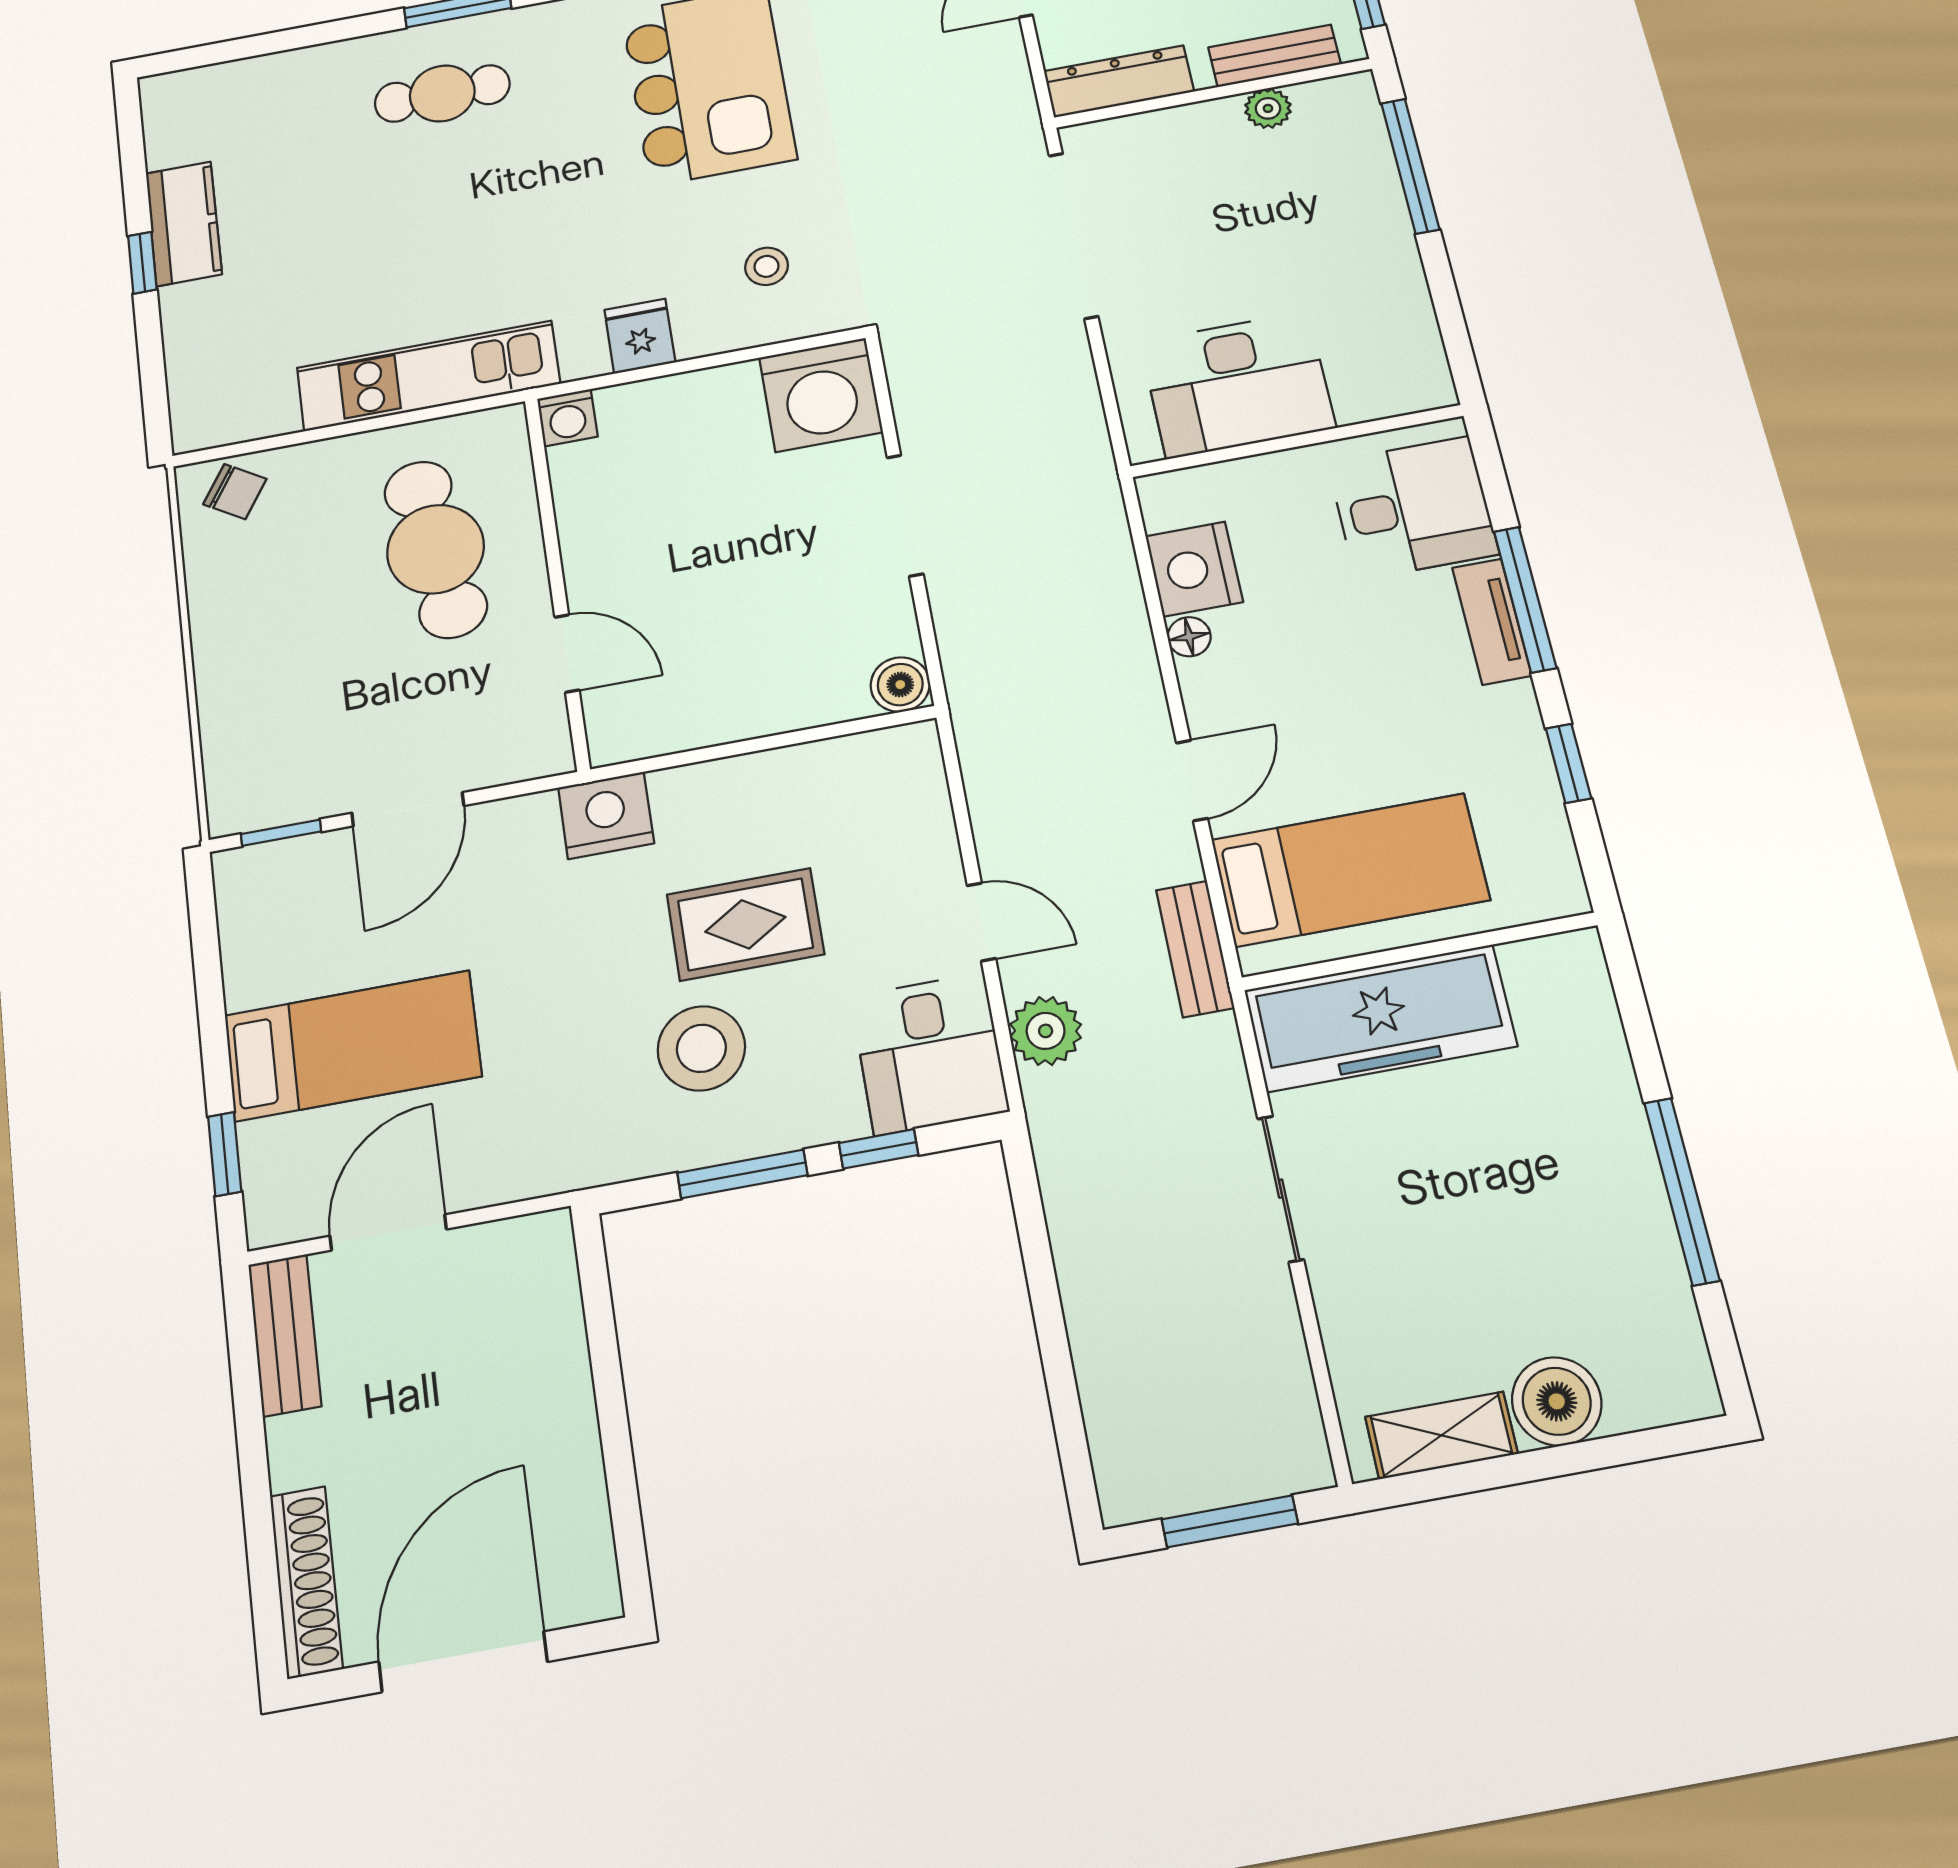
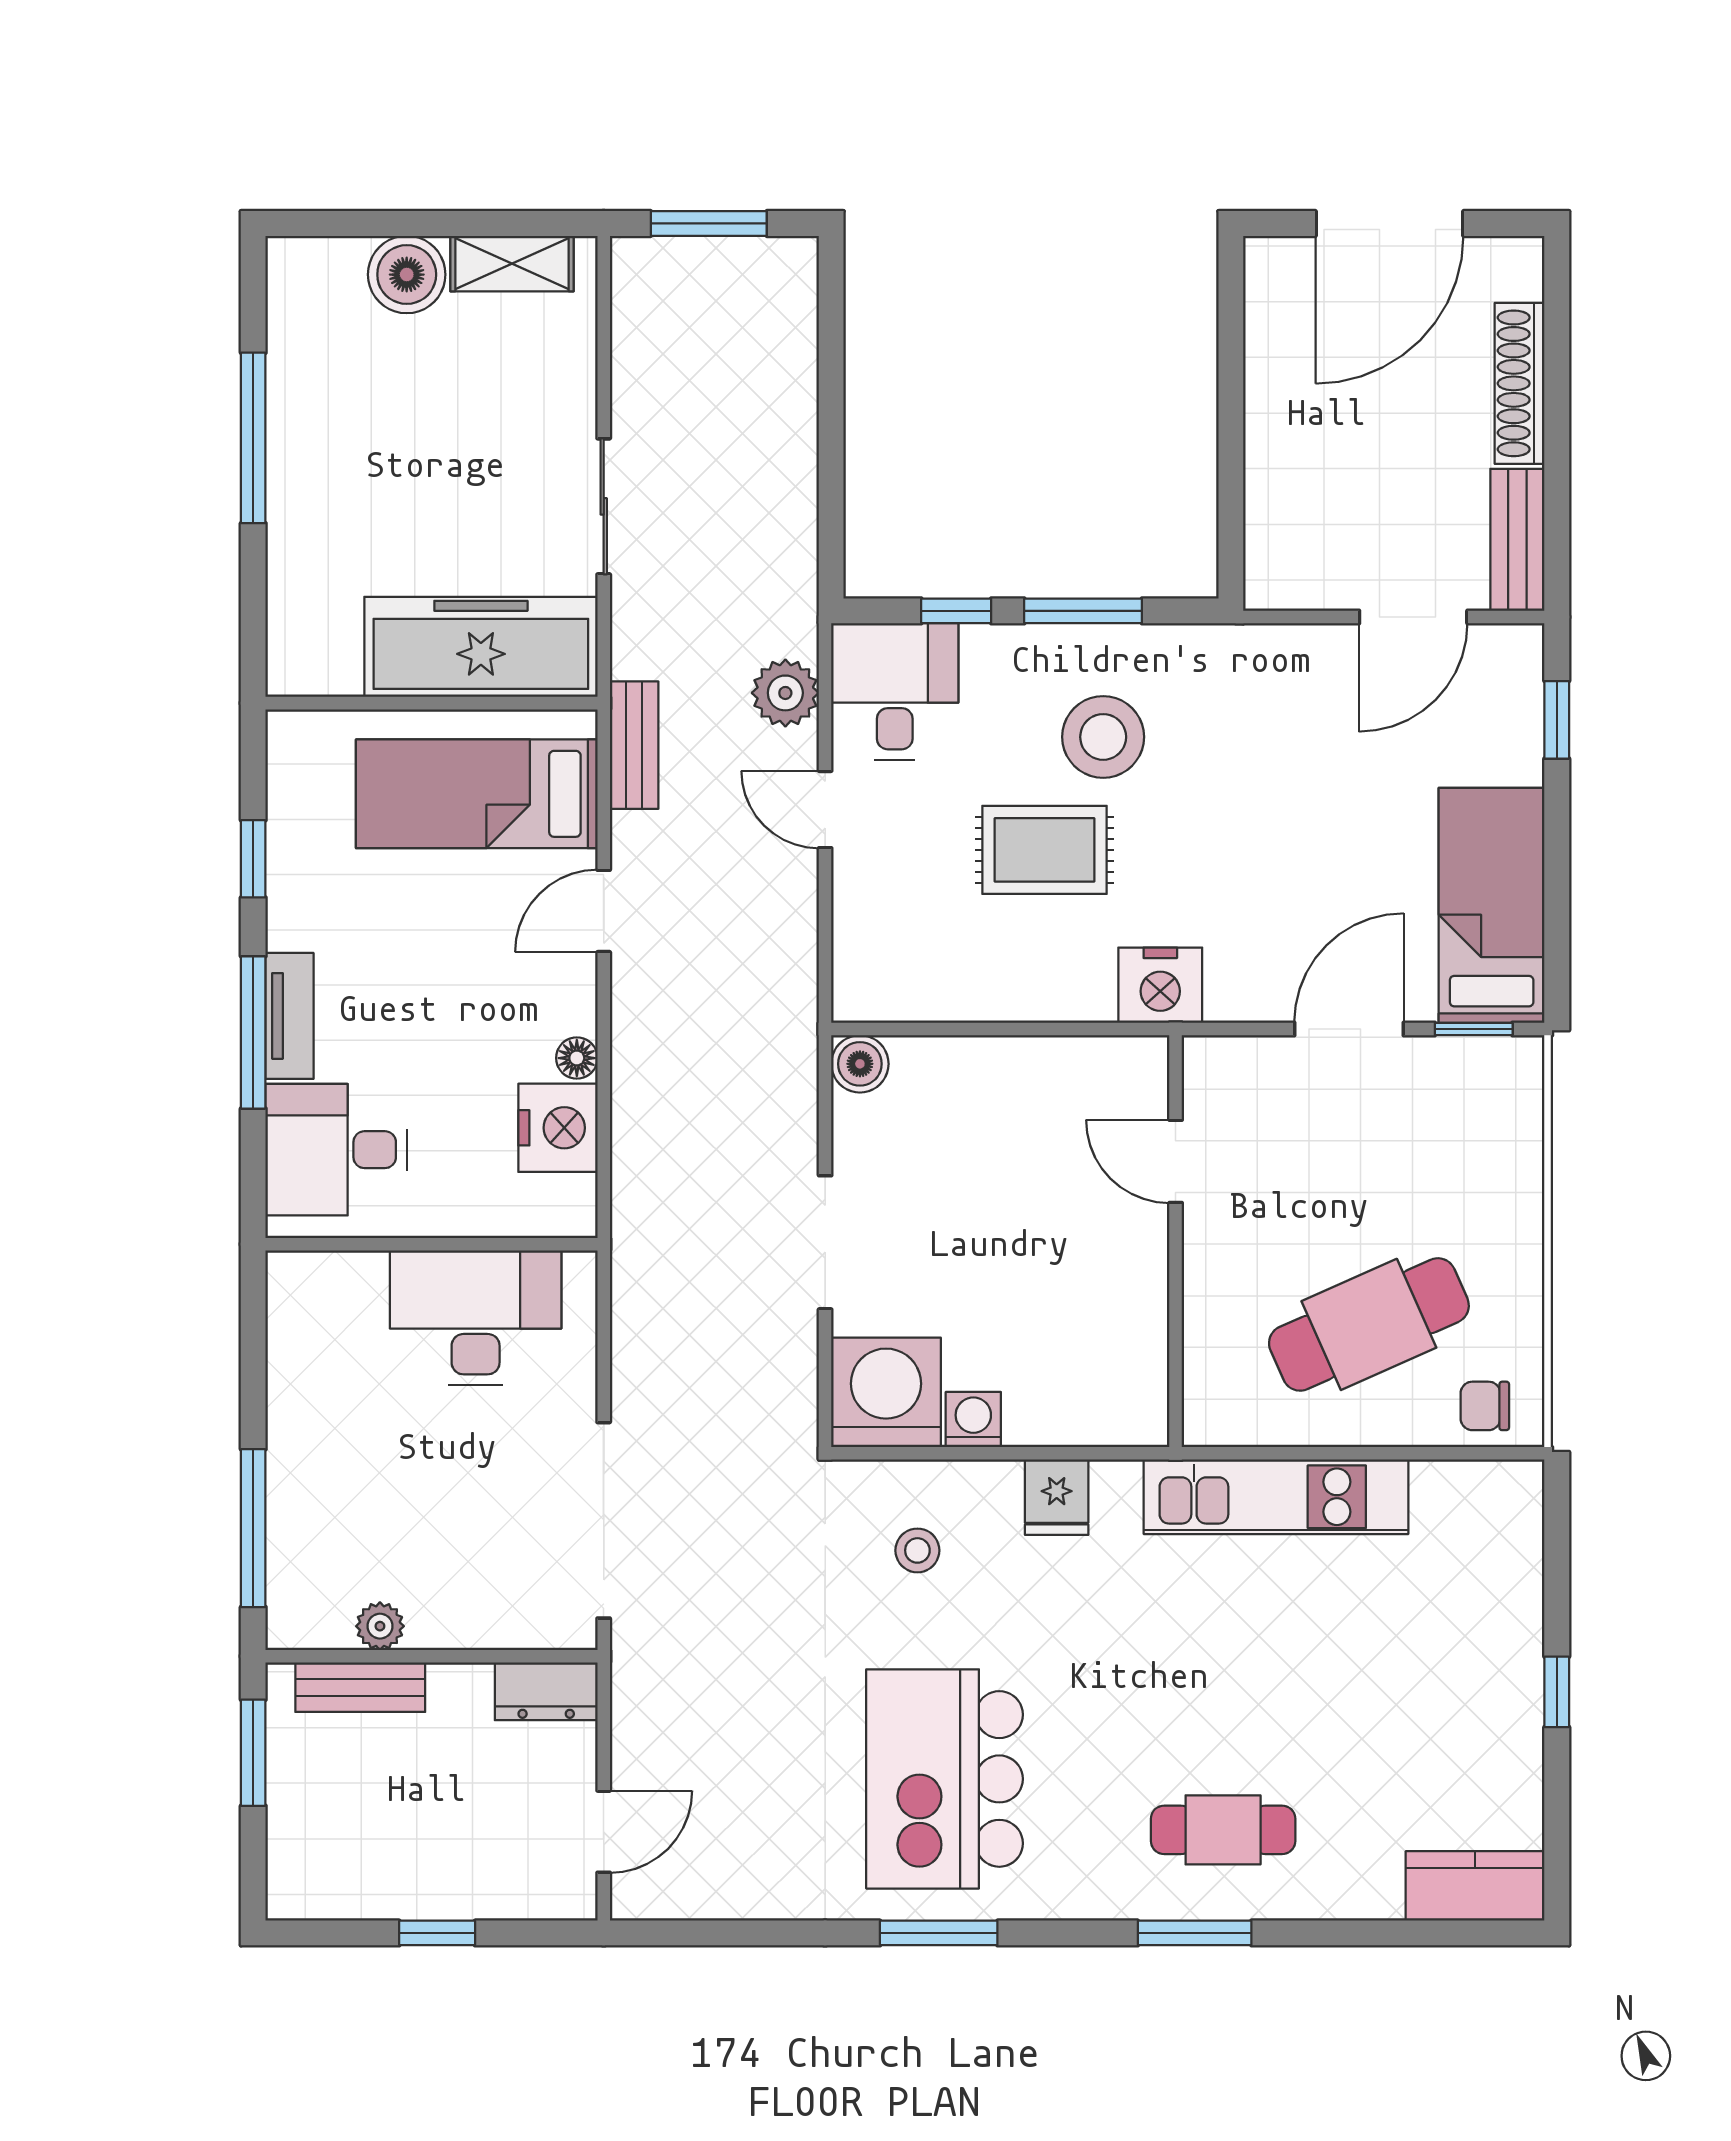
dresser: (1119, 81) -> (546, 1691), width x0.70
kitchen counter: (184, 224) -> (1475, 1886), moved, turned 90
washing machine: (567, 418) -> (973, 1420), moved
chair: (235, 492) -> (1485, 1406), turned -32
cafe table: (436, 549) -> (1369, 1324), moved, turned 74
bed: (353, 1046) -> (1492, 905), moved, turned 90
shoe rack: (306, 1582) -> (1520, 383), moved

